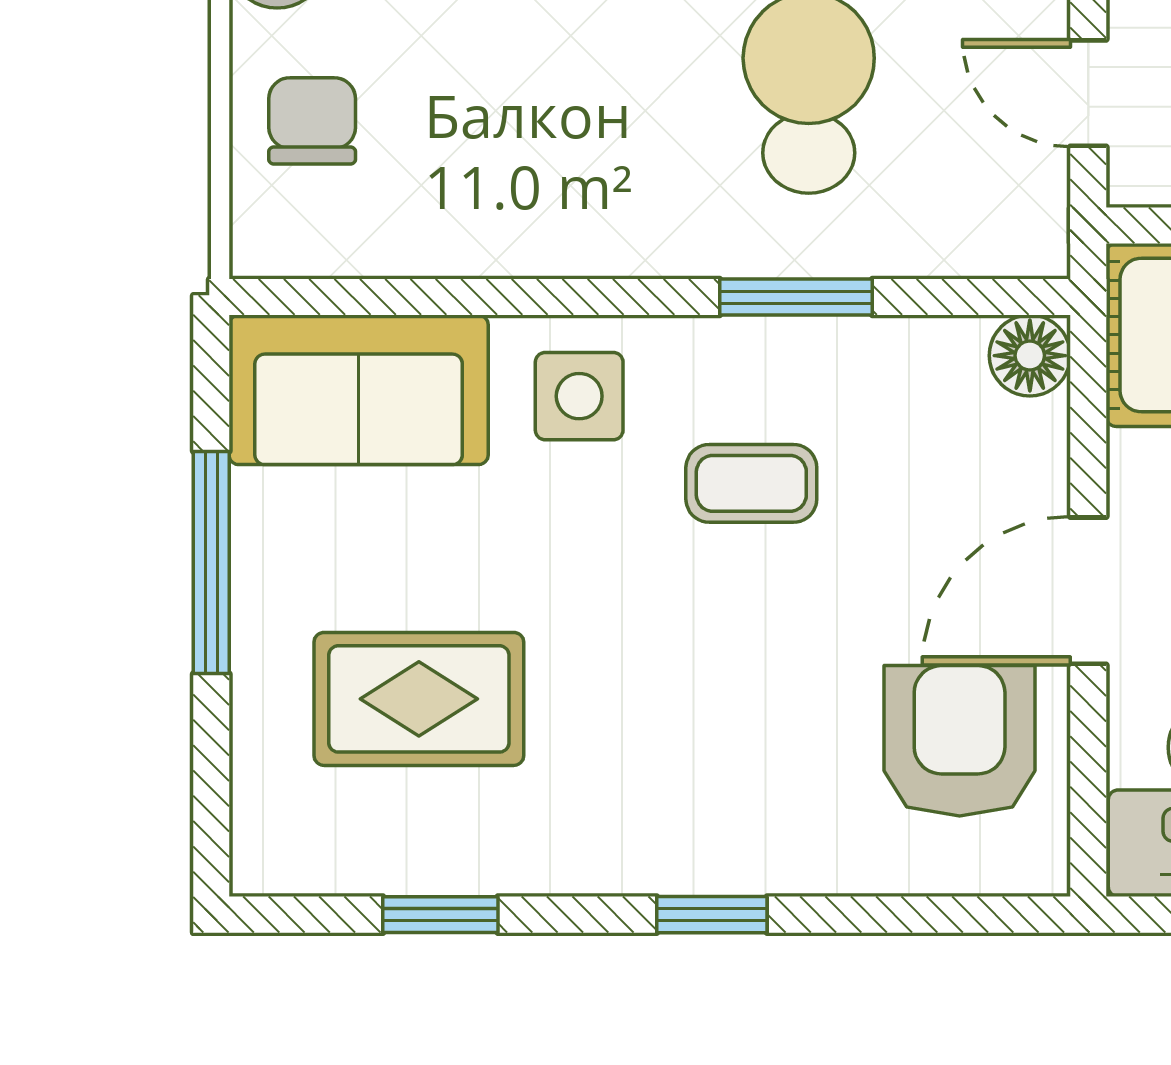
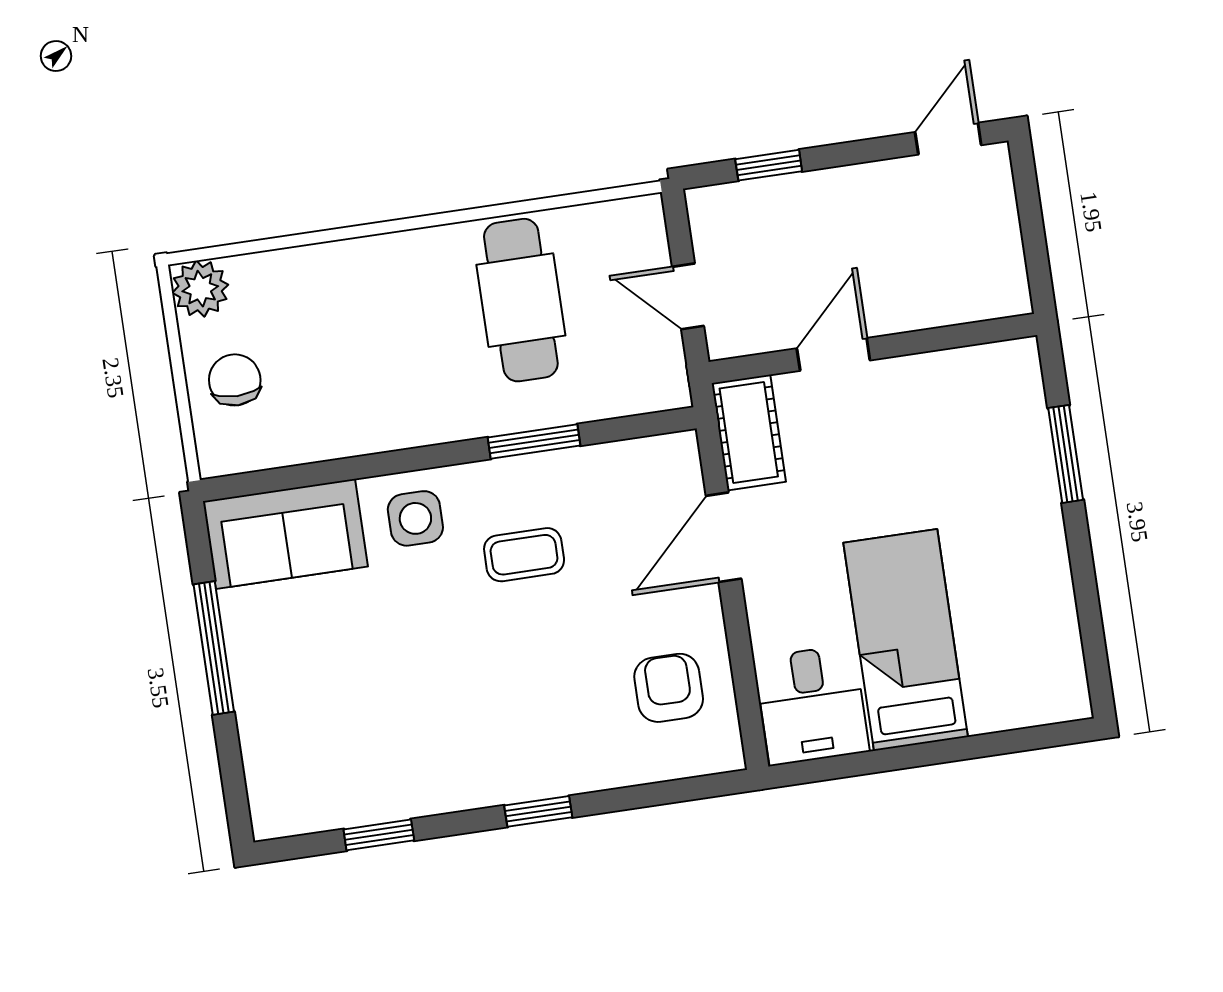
floor lamp: (1030, 356) -> (676, 455), removed
door: (1088, 591) -> (724, 537), moved
rug: (419, 699) -> (348, 710), removed
armchair: (960, 741) -> (669, 688), width x0.72, depth x0.72

